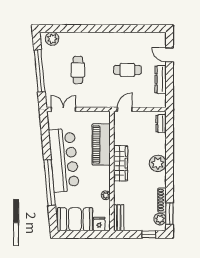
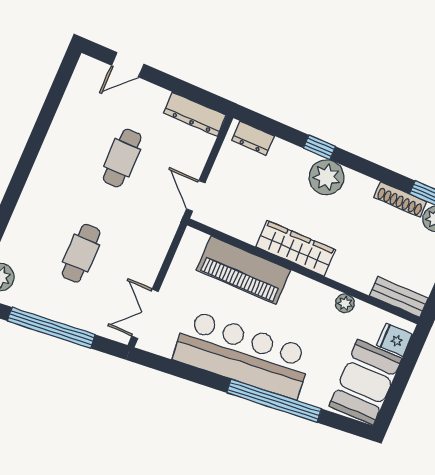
cafe table: (78, 70) -> (81, 253), turned 90
dresser: (161, 79) -> (195, 114), moved
window: (170, 155) -> (319, 147), added

